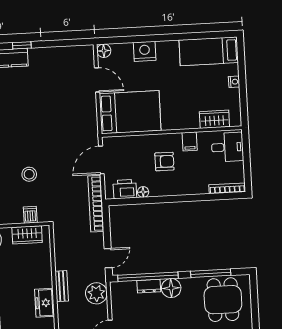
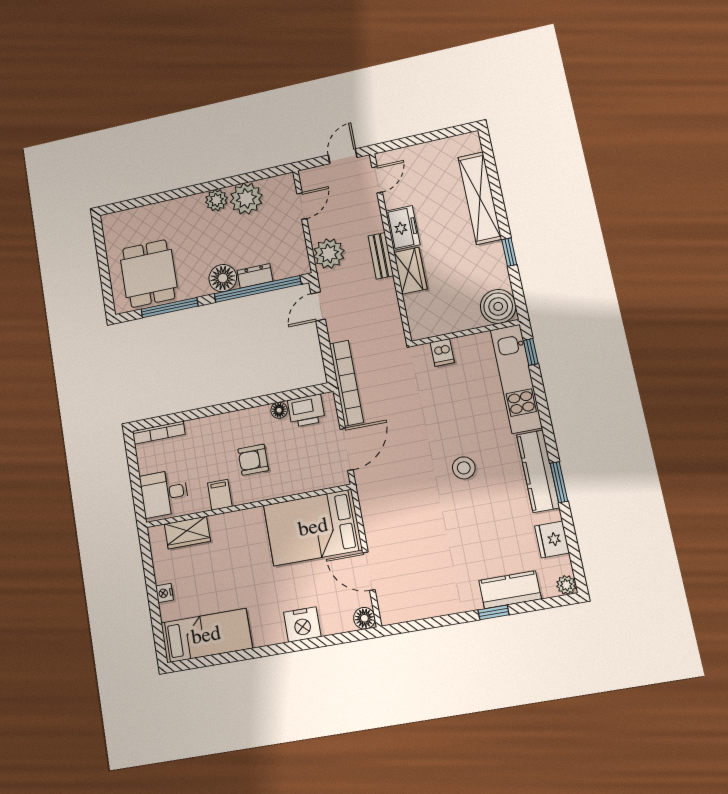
stool: (29, 174) -> (464, 468), moved
wardrobe: (27, 235) -> (410, 271), moved, turned 90

